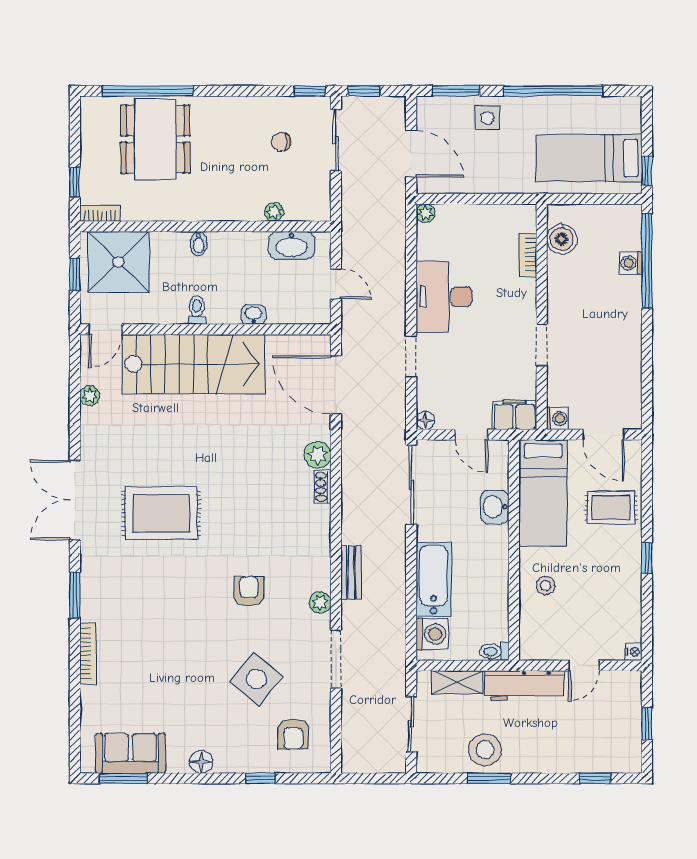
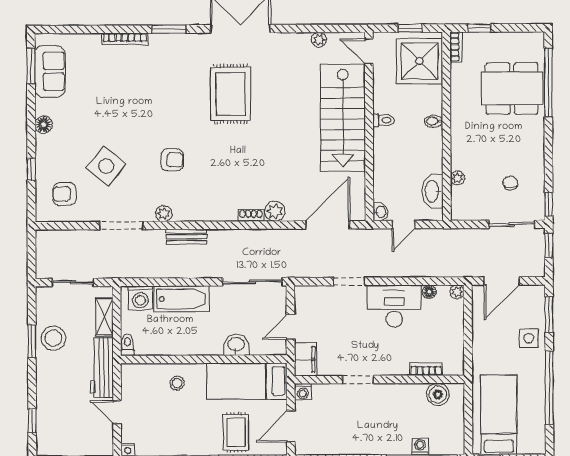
washbasin: (254, 315) -> (380, 212), moved
floor lamp: (425, 421) -> (429, 292), moved

